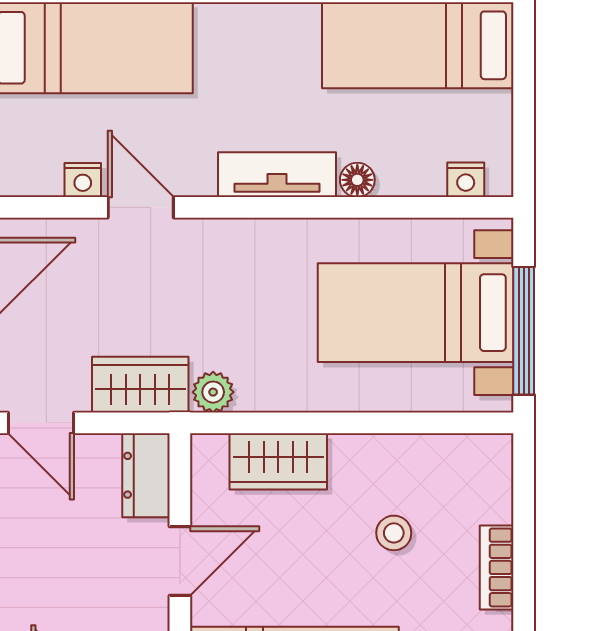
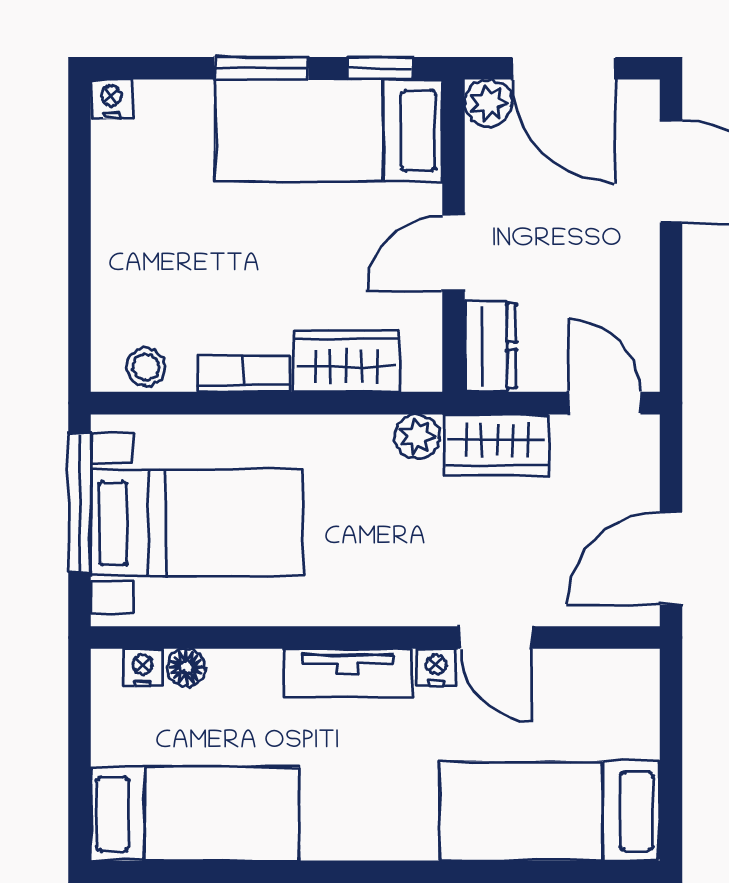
nightstand: (83, 180) -> (436, 667), moved
floor lamp: (357, 180) -> (186, 667), moved
stool: (394, 533) -> (146, 367), moved
bookcase: (497, 567) -> (243, 374), moved, turned -90

